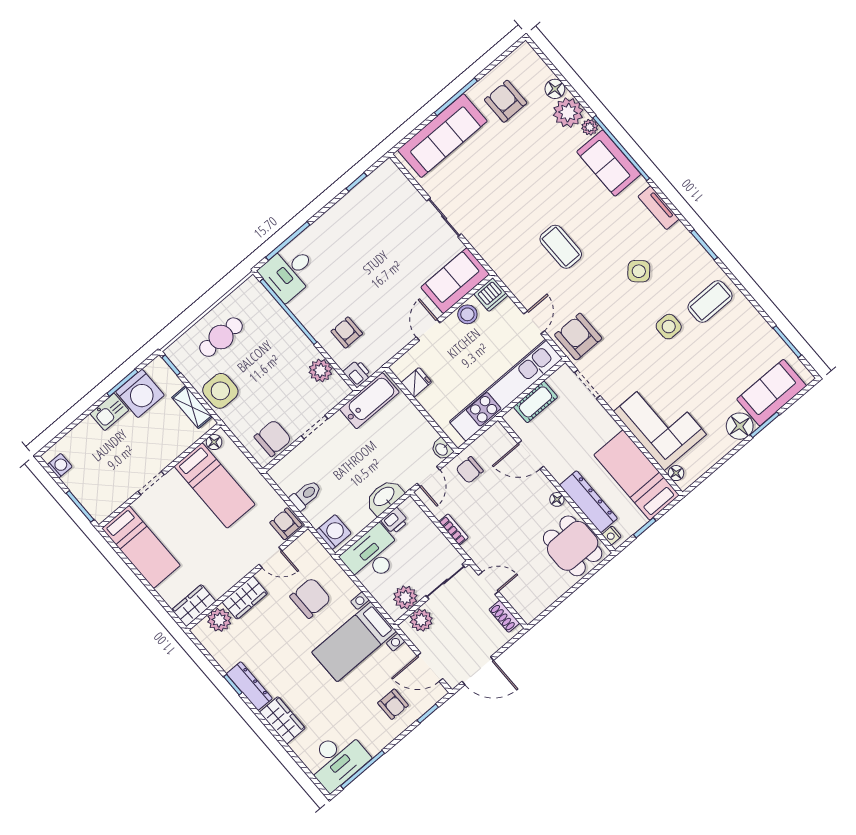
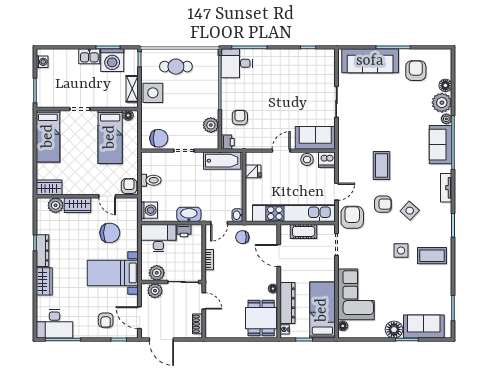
armchair: (601, 290) -> (383, 204), added

